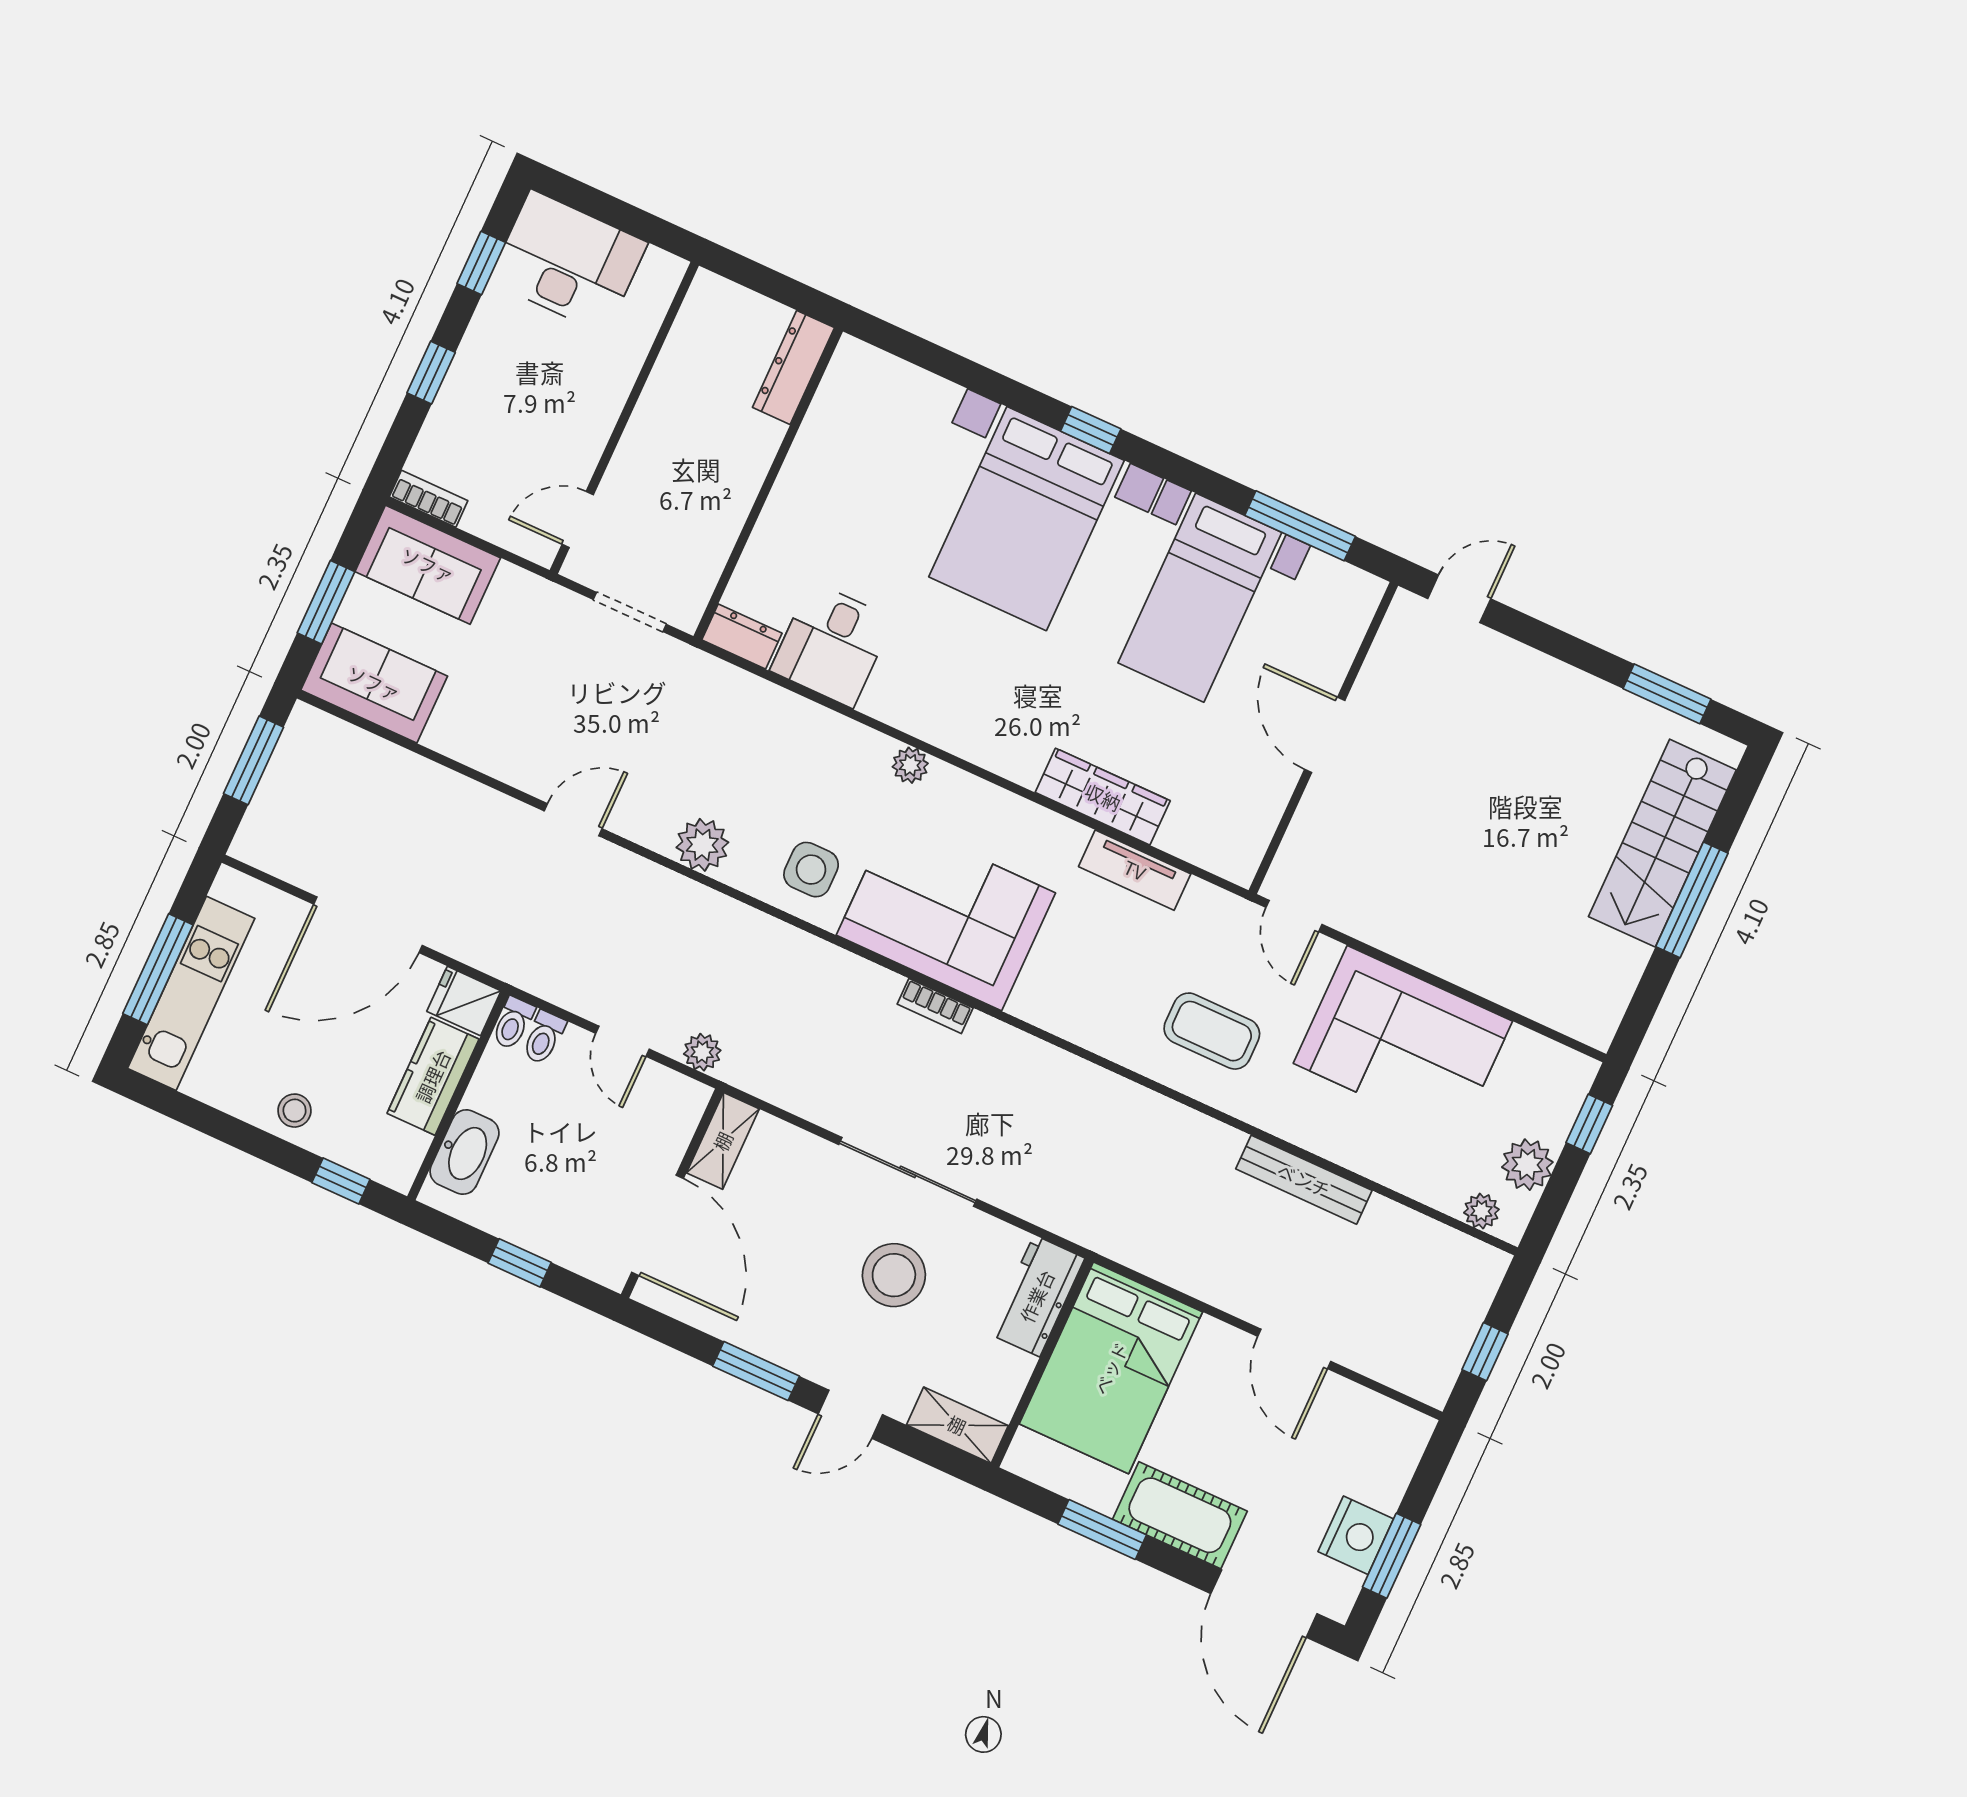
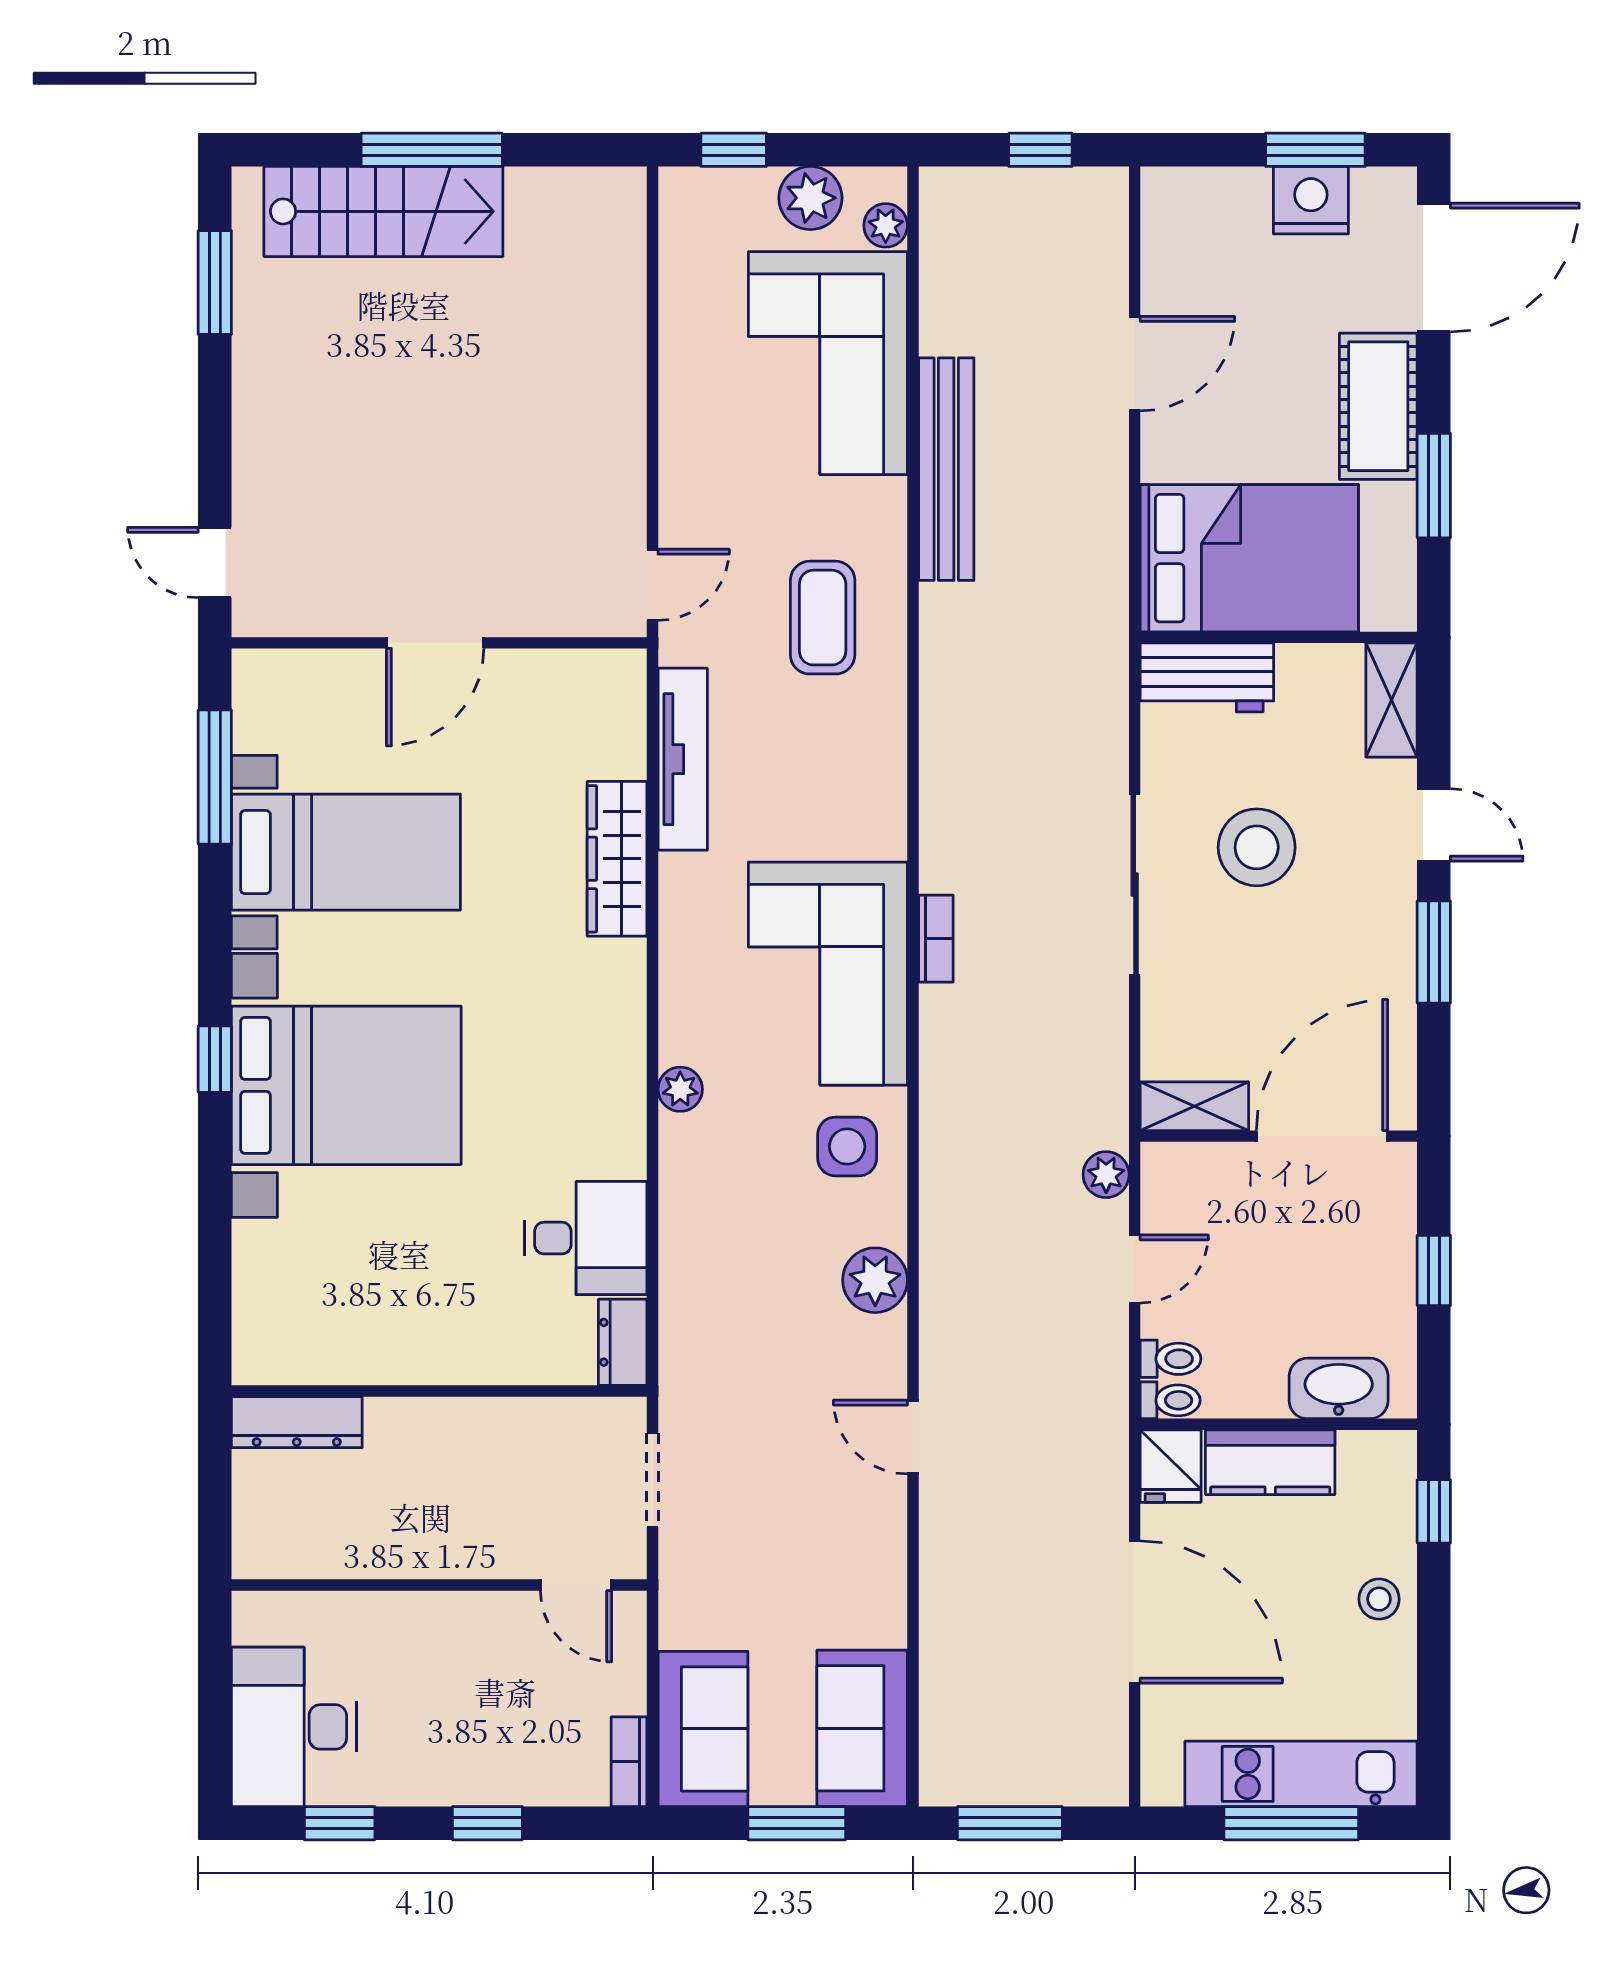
tv unit: (1135, 870) -> (683, 759), width x1.41
corner sofa: (1403, 1042) -> (828, 363), moved, turned 180
bench: (1304, 1180) -> (946, 469), width x1.37, depth x1.21

